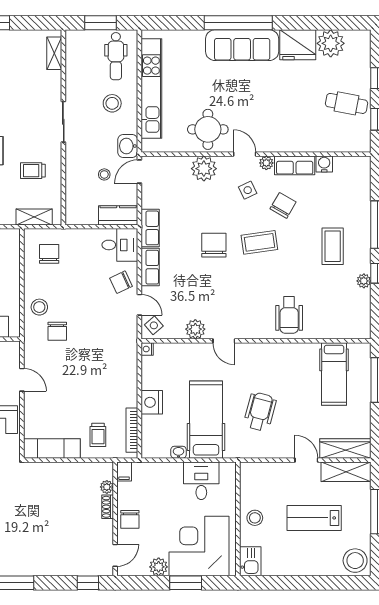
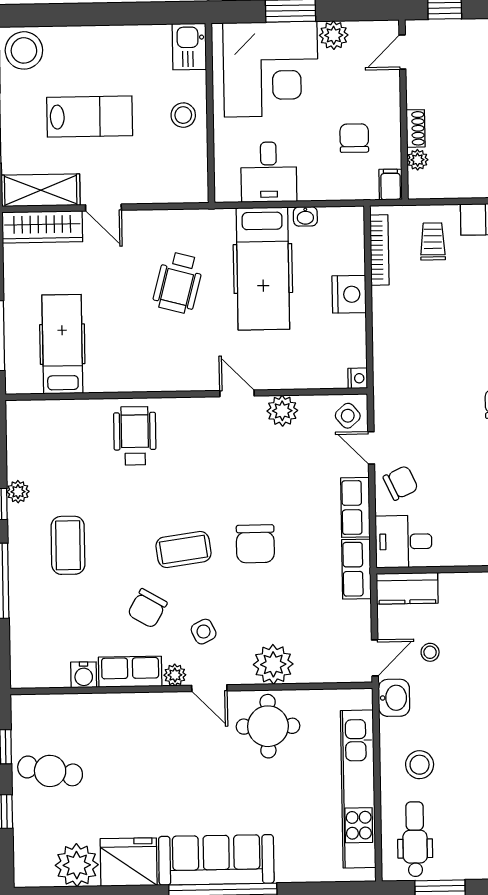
chair: (130, 519) -> (354, 138), moved

